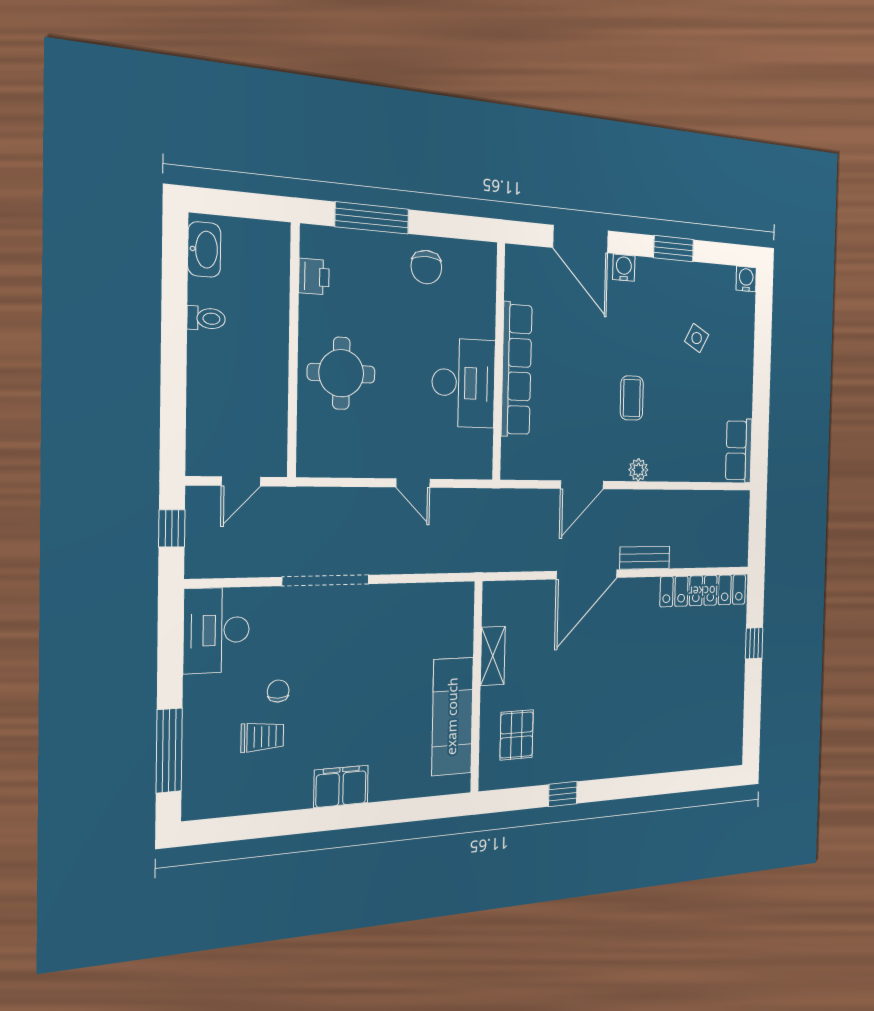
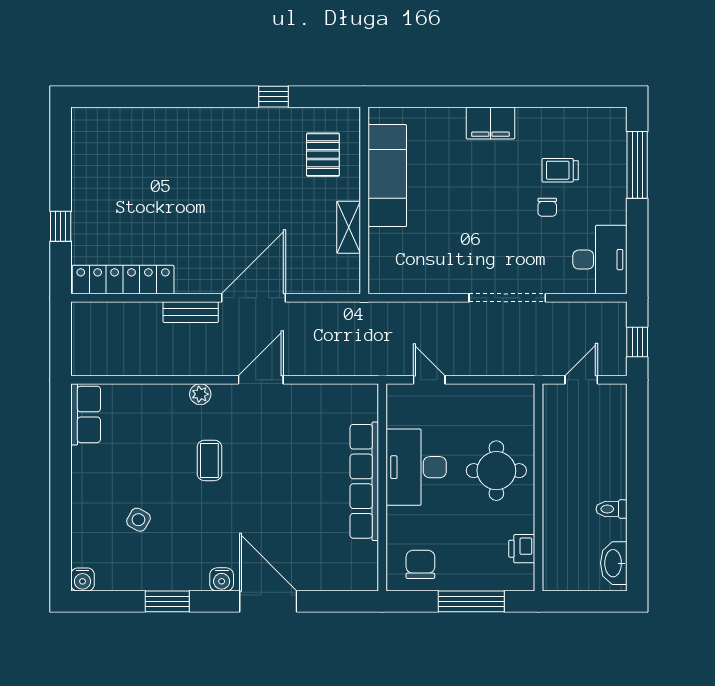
wall: (499, 362) -> (382, 487), moved
row of seats: (517, 369) -> (364, 481), moved
desk: (464, 383) -> (416, 467), moved

